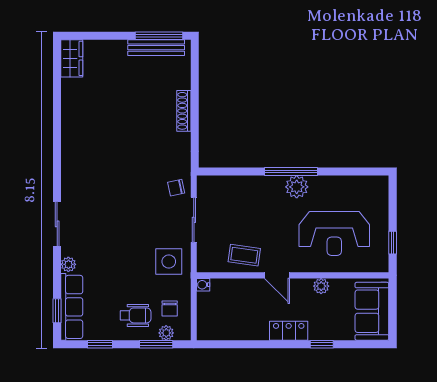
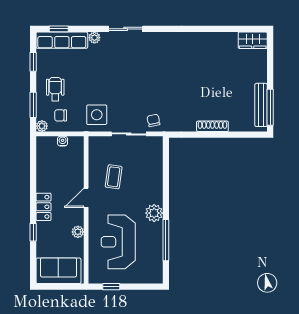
window: (291, 172) -> (166, 240), moved
coffee table: (244, 255) -> (114, 177), moved
water cooler: (203, 285) -> (63, 141), moved
wheelchair: (135, 315) -> (55, 89), turned 180
plant: (166, 333) -> (42, 126), moved

